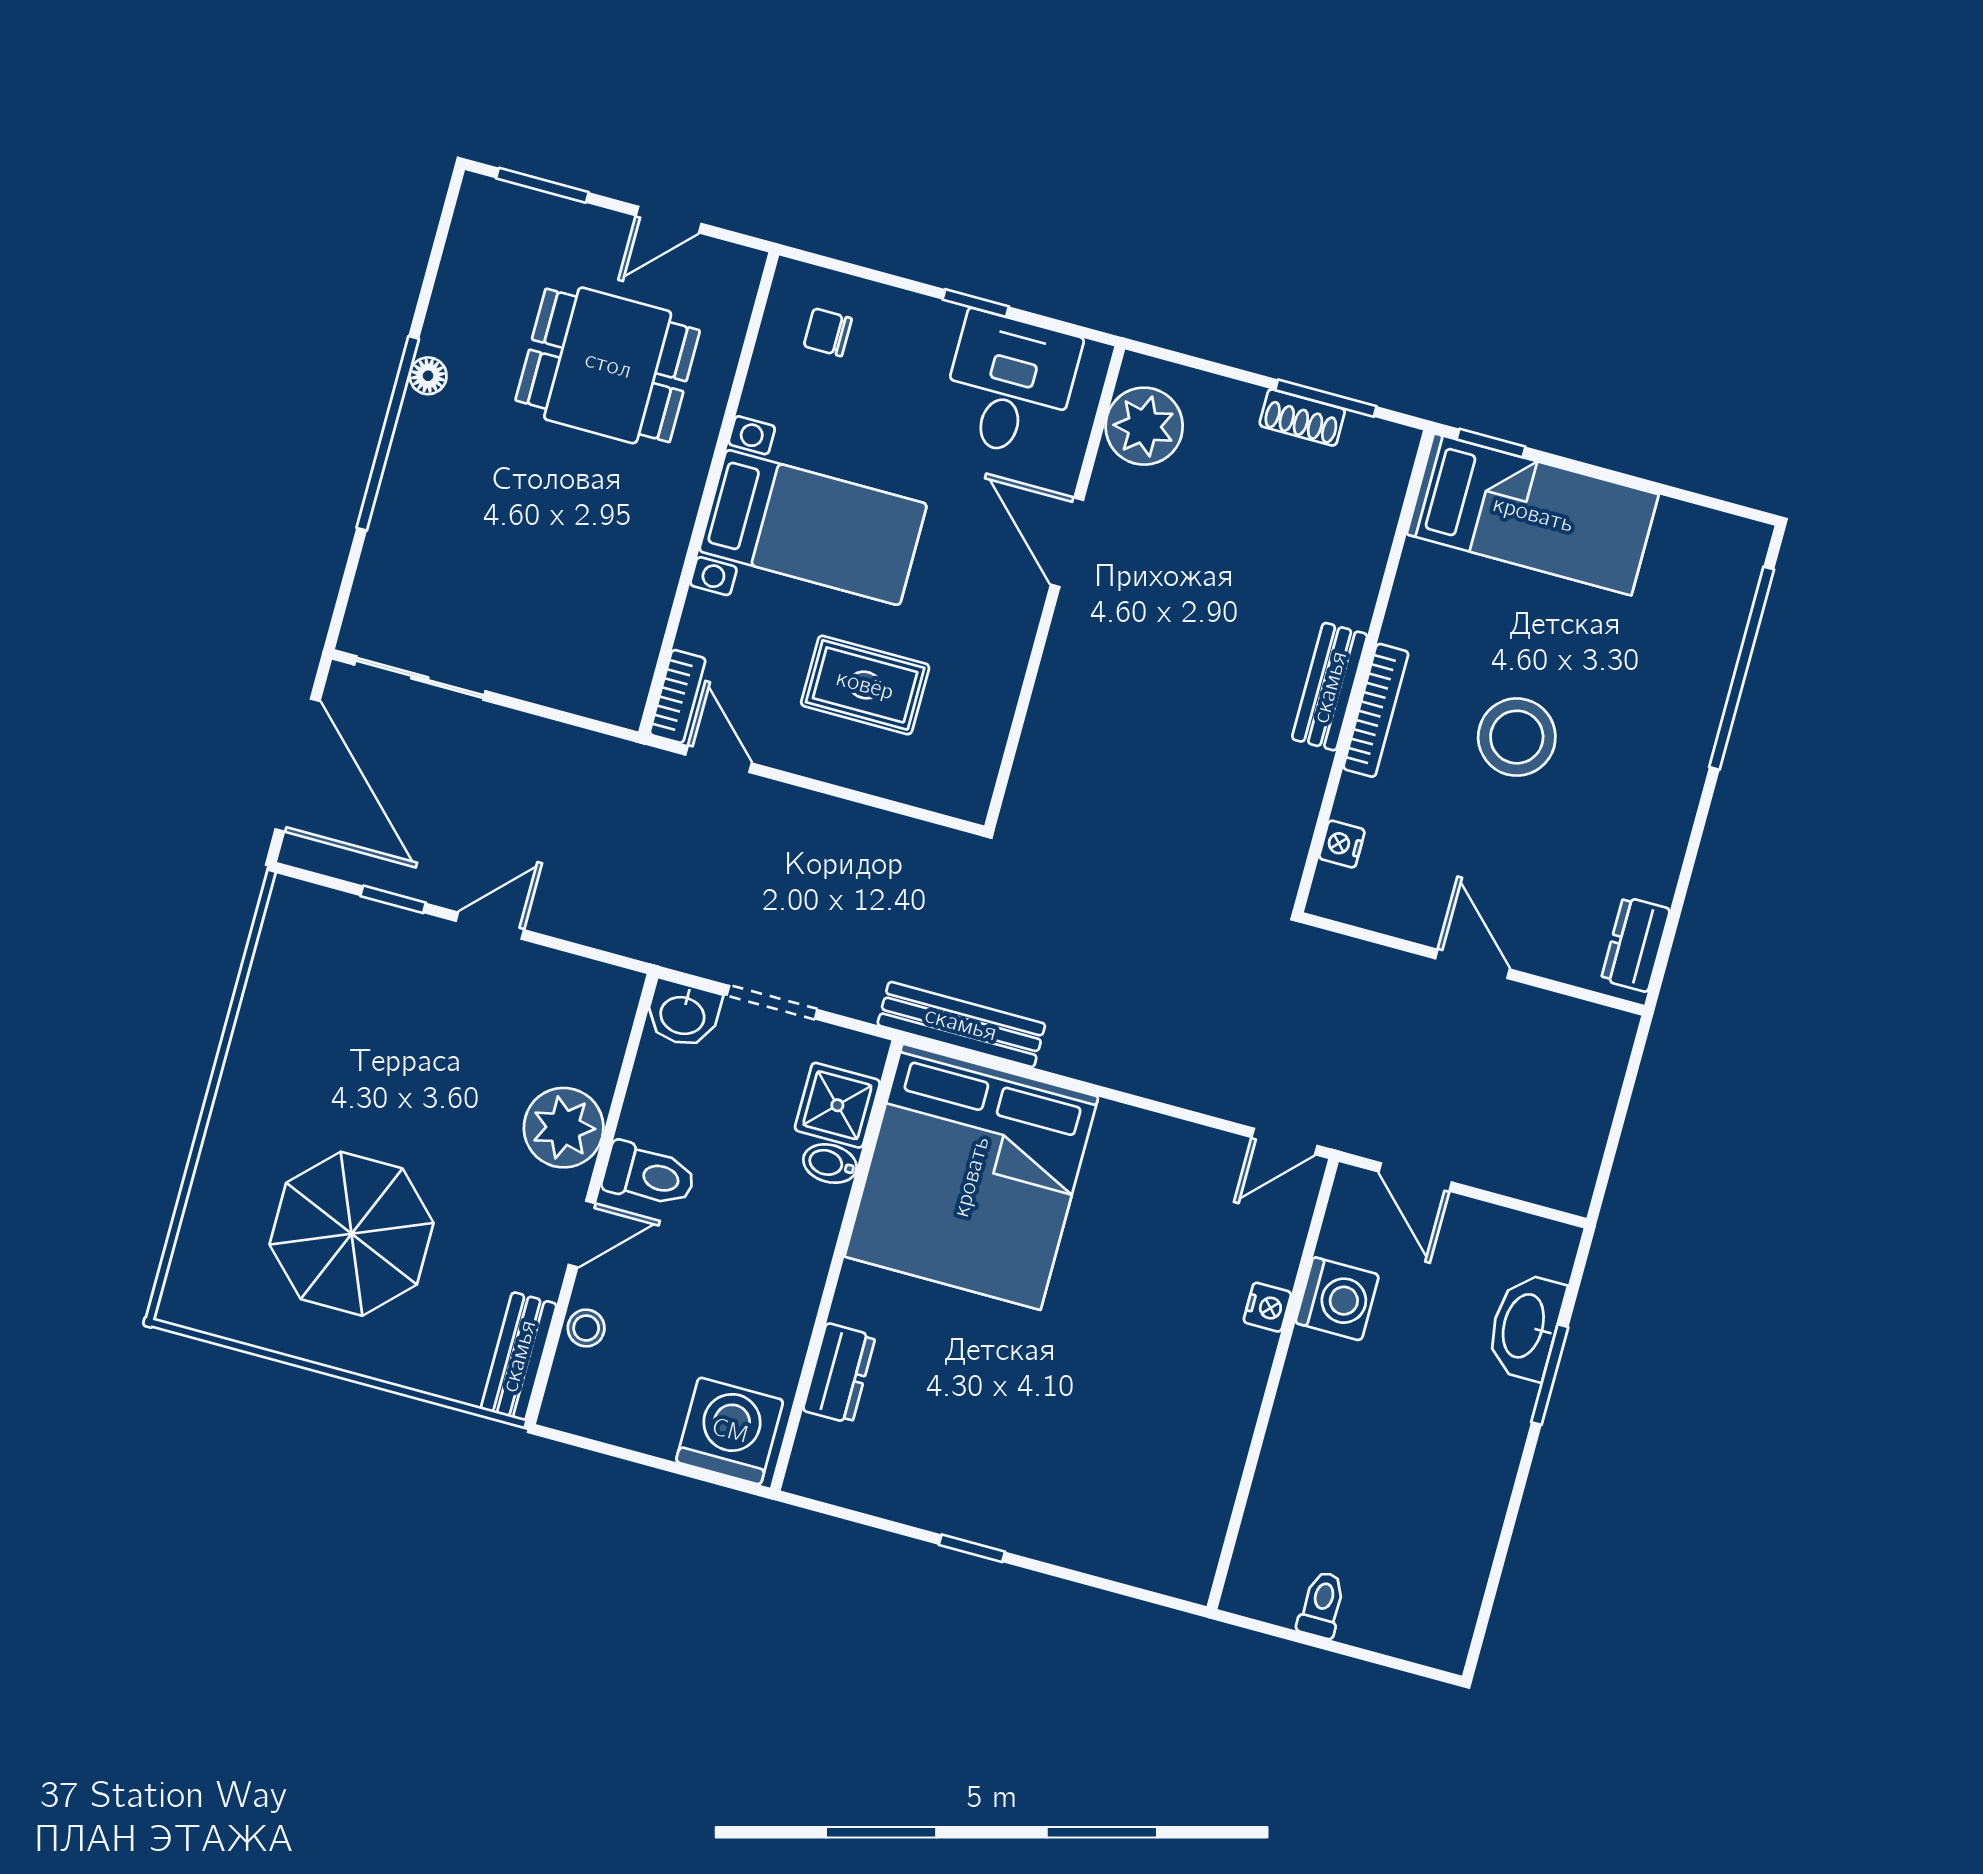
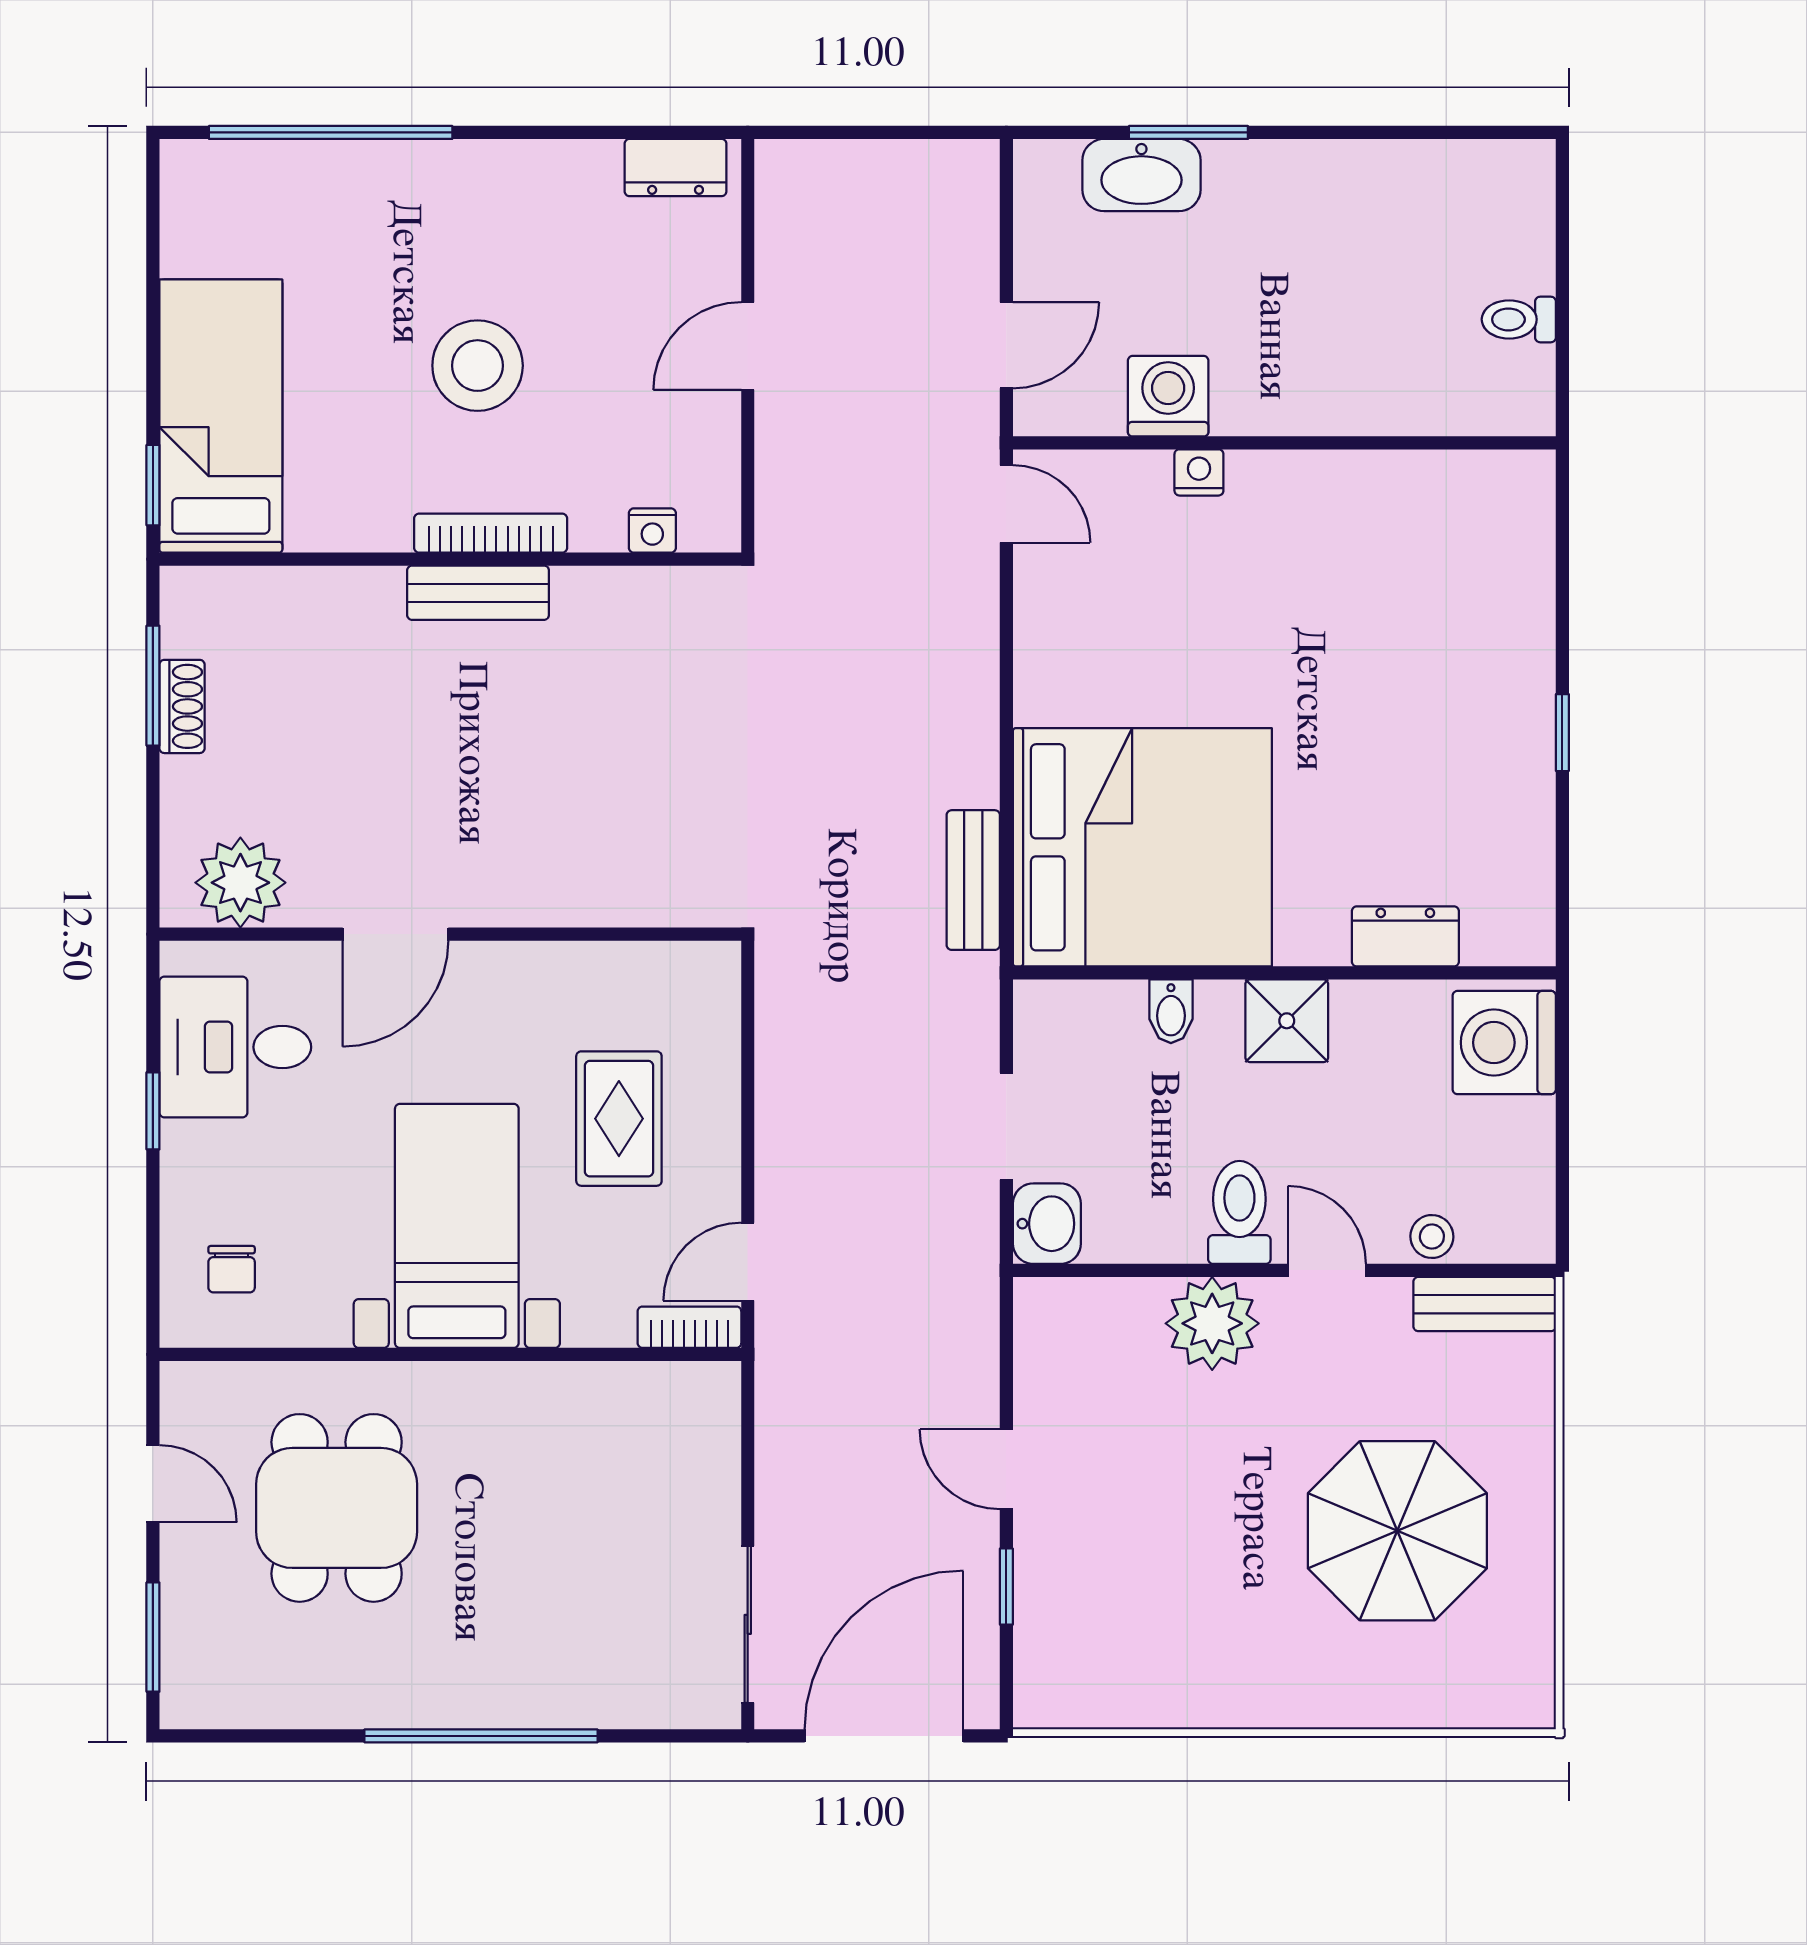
floor lamp: (428, 376) -> (404, 1708), removed
bench: (961, 1024) -> (973, 880), width x0.73
shower: (837, 1105) -> (1287, 1021), moved

